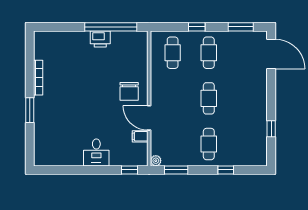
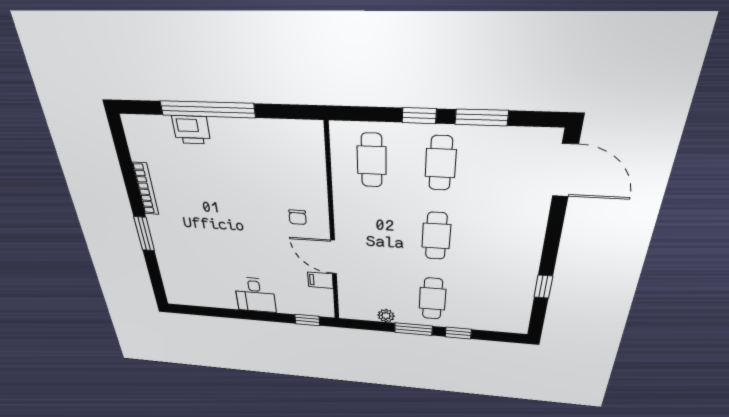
window: (111, 27) -> (207, 109), moved
window: (241, 27) -> (482, 117), moved
printer: (100, 39) -> (191, 130), moved
chair: (129, 91) -> (298, 217), width x0.54, depth x0.54
plant: (156, 161) -> (386, 316), moved
window: (176, 170) -> (413, 329), moved

